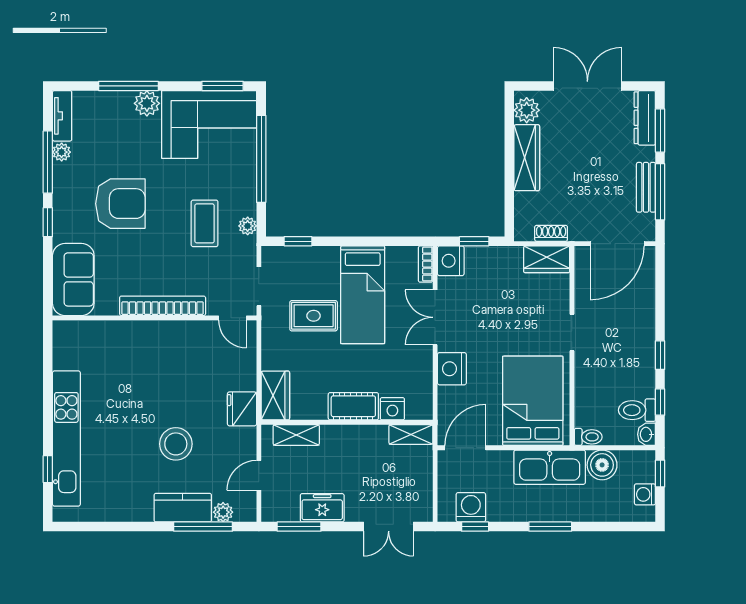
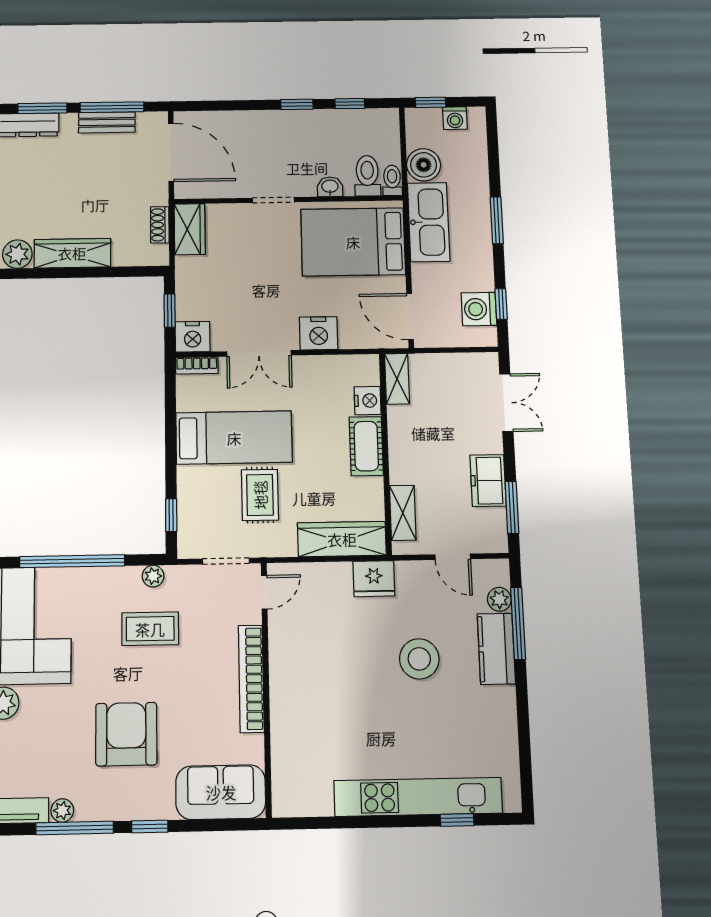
wardrobe: (275, 395) -> (342, 539), width x1.50
toilet: (637, 410) -> (367, 176), moved, turned 180
washbasin: (647, 434) -> (330, 187), moved, turned 180

